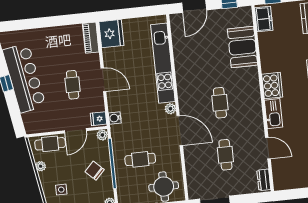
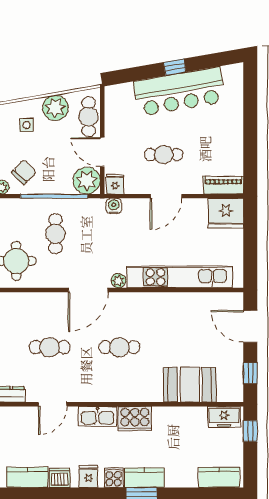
plant: (102, 135) -> (87, 181), width x1.87, depth x1.87
plant: (41, 166) -> (55, 108), width x1.88, depth x1.88
chair: (95, 171) -> (24, 172), moved

